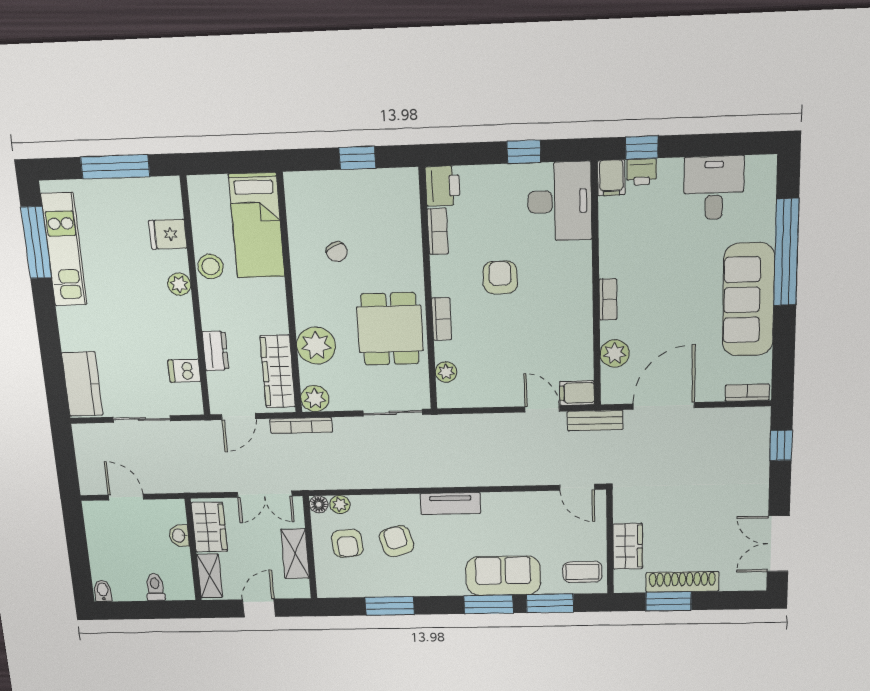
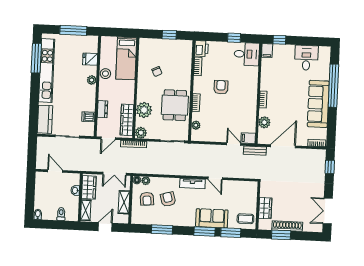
printer: (642, 172) -> (279, 49), removed
desk: (560, 201) -> (247, 54), width x0.73
kitchen unit: (64, 250) -> (47, 70), width x1.36
door: (577, 487) -> (215, 178), moved

